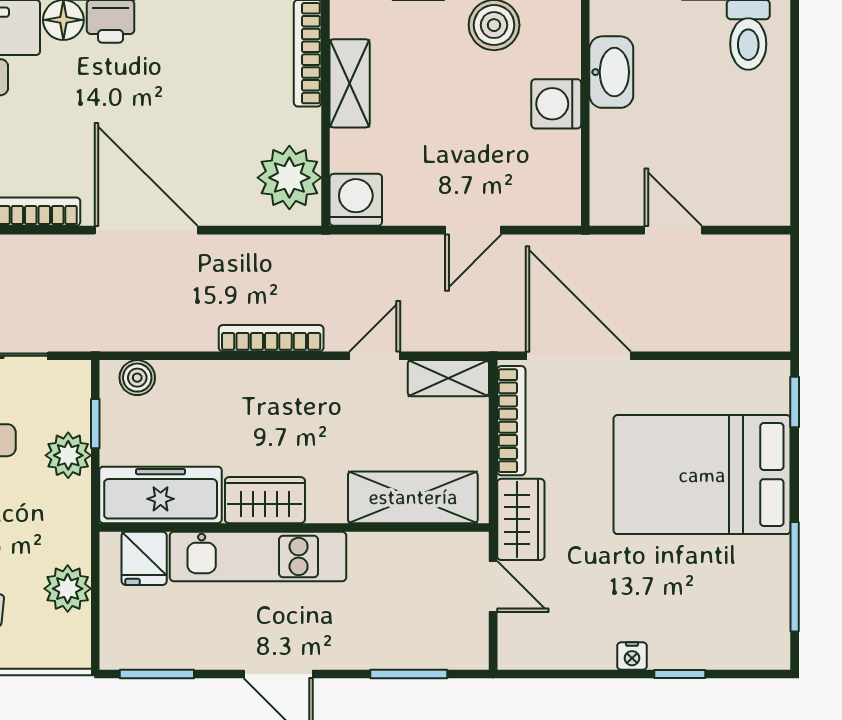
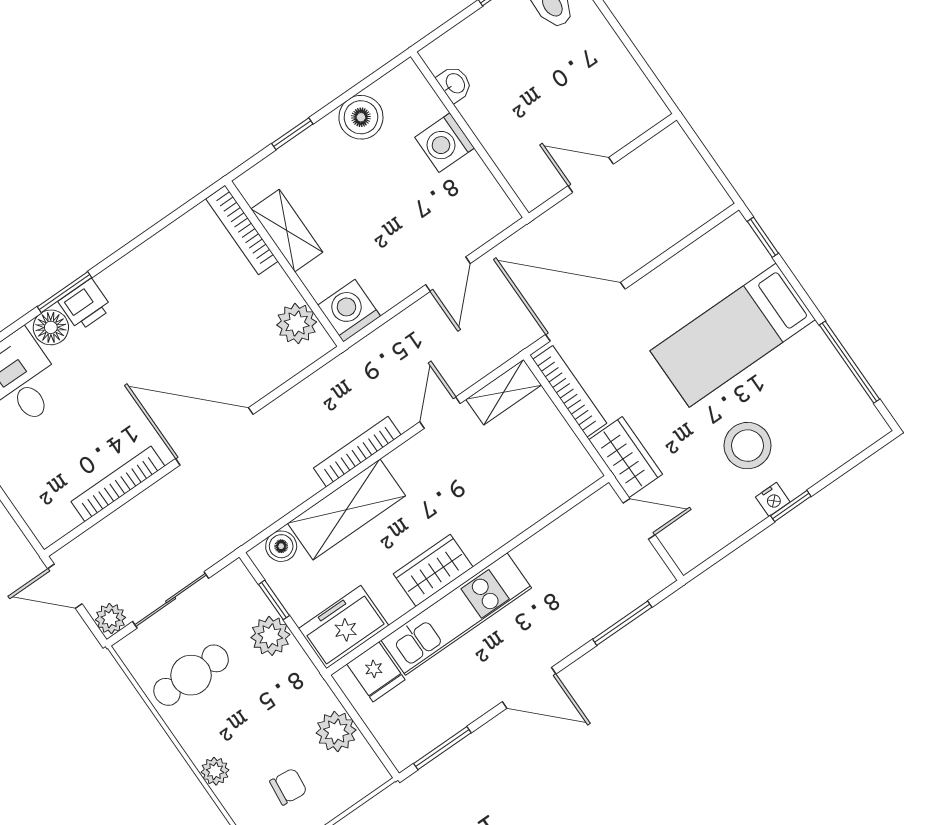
washbasin: (611, 72) -> (455, 84), width x0.52, depth x0.69
plant: (289, 178) -> (297, 324), width x0.73, depth x0.73
bed: (702, 475) -> (733, 335), width x0.67
freezer: (161, 495) -> (344, 627), width x0.71
shelving: (413, 497) -> (347, 510), moved
stool: (643, 589) -> (747, 446), added
window: (680, 674) -> (791, 506), moved

